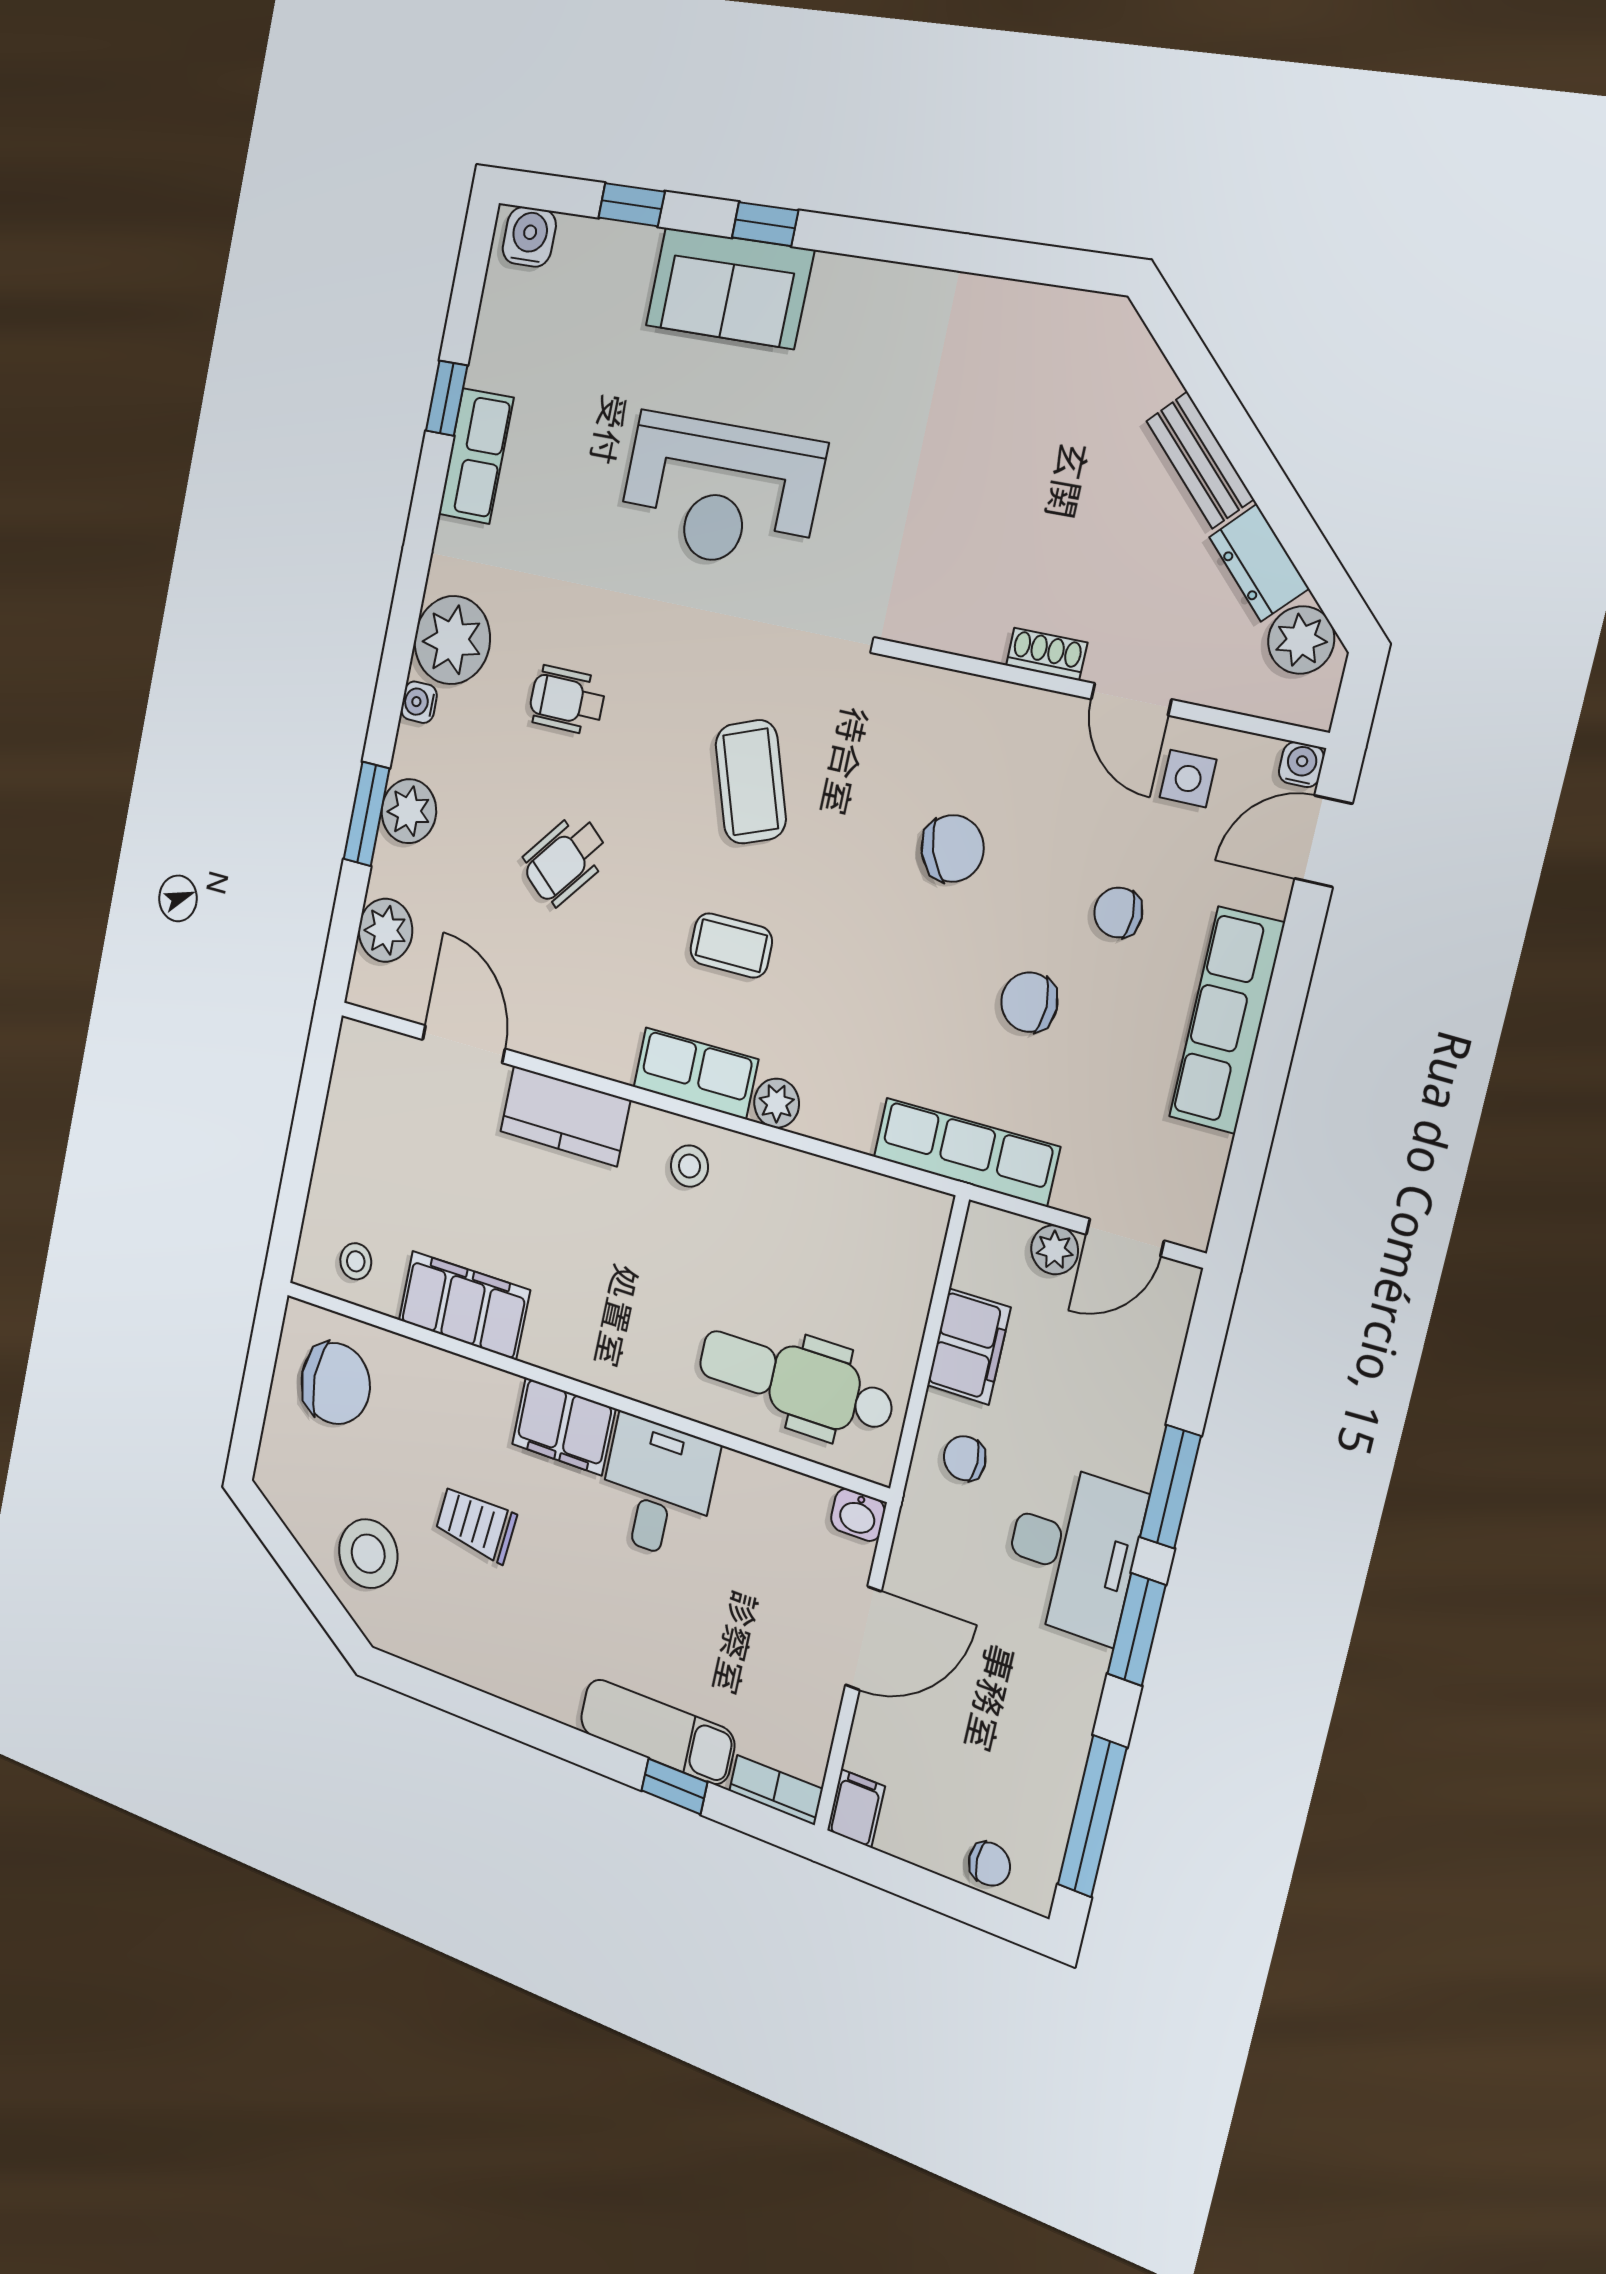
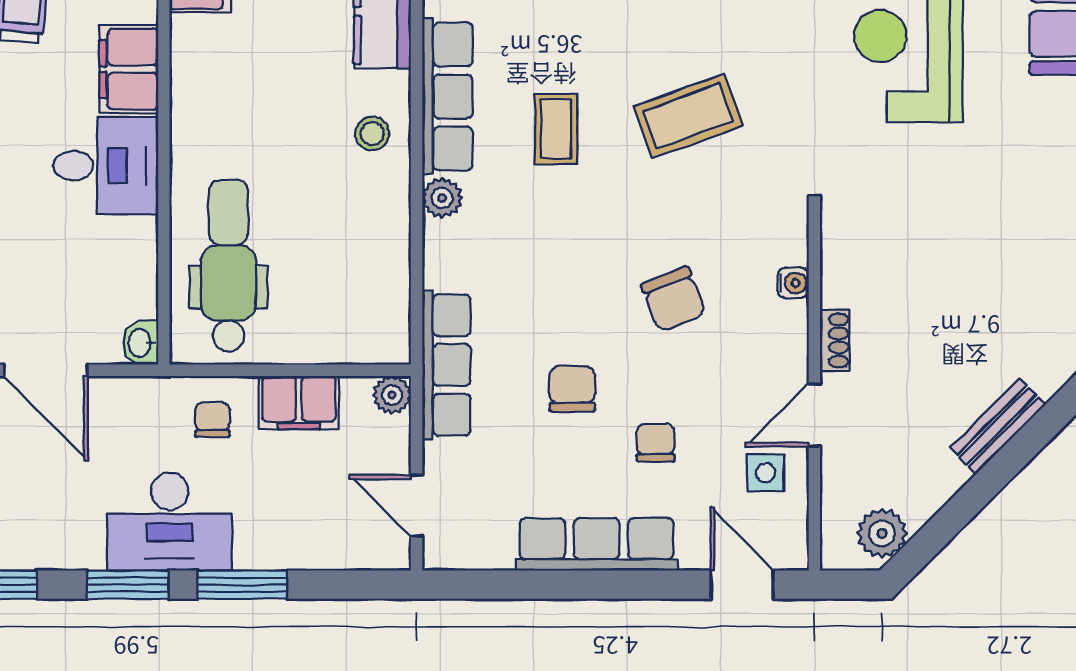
dresser: (1259, 563) -> (931, 489), removed
water cooler: (1301, 765) -> (793, 283), moved
row of seats: (696, 1073) -> (447, 96), width x1.48
plant: (1055, 1250) -> (392, 395), moved

